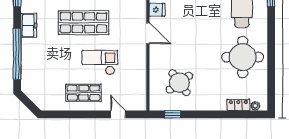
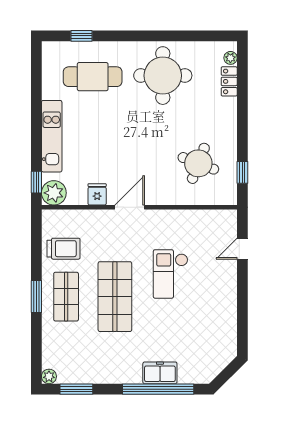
freezer: (29, 25) -> (160, 373), moved
round table: (179, 83) -> (198, 163), turned -33
shop shelf: (84, 93) -> (212, 297), removed

